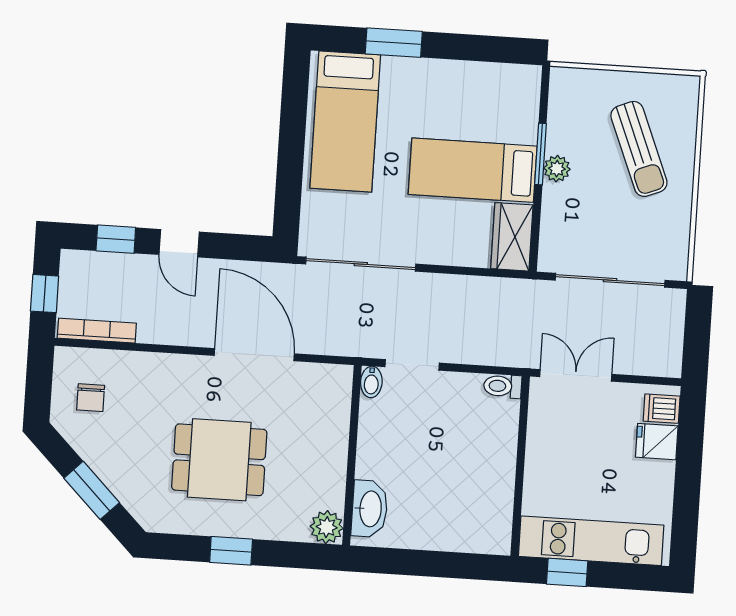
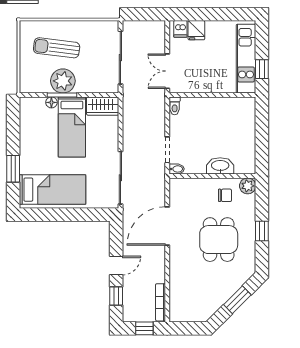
floor lamp: (526, 131) -> (51, 102), added
sun lounger: (639, 149) -> (57, 48), turned -151
plant: (557, 169) -> (63, 81), width x1.88, depth x1.88
chair: (91, 398) -> (225, 195), moved
washbasin: (370, 509) -> (220, 166), moved

